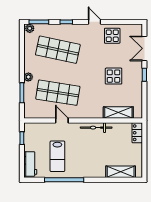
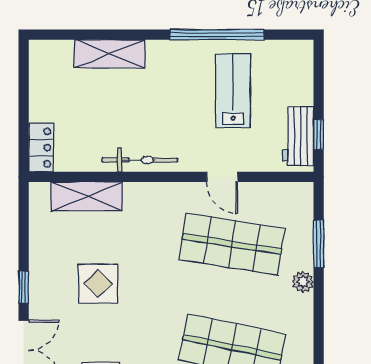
workbench: (30, 164) -> (298, 136), moved
shelving: (121, 172) -> (109, 54), moved

